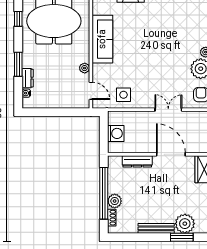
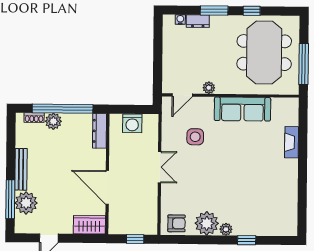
window: (18, 19) -> (252, 11), moved
side table: (123, 95) -> (195, 137), moved
double door: (168, 110) -> (160, 167), moved
door: (171, 154) -> (107, 187), swing flipped
dresser: (137, 161) -> (99, 131), moved
window: (182, 237) -> (10, 199), width x1.44

